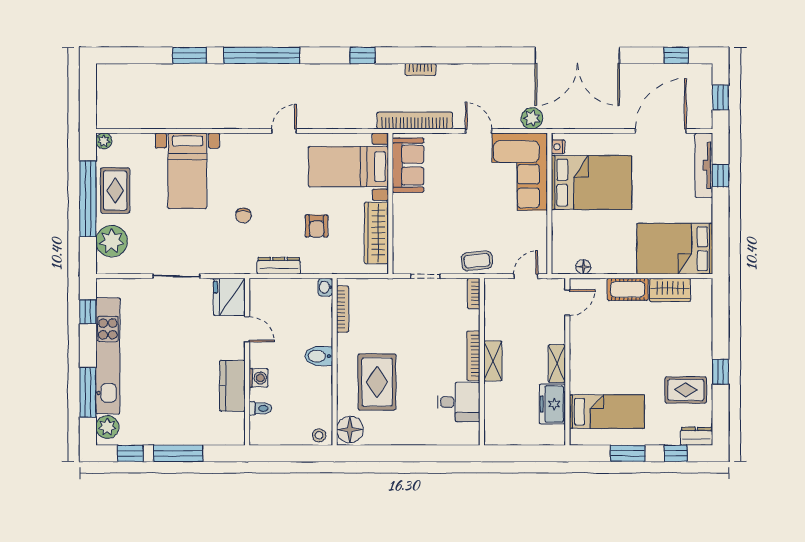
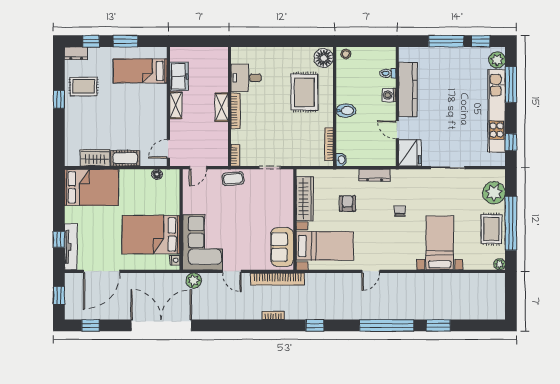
kitchen counter: (232, 386) -> (408, 89), width x1.50

